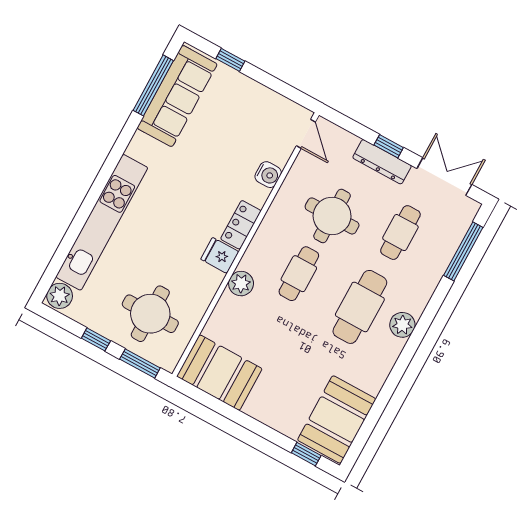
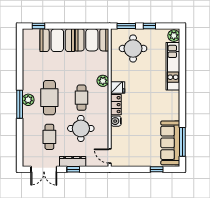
water cooler: (268, 175) -> (116, 121), moved
kitchen unit: (102, 222) -> (173, 66), width x0.73
window: (463, 251) -> (20, 104), moved
booth: (337, 419) -> (57, 40), moved, turned 90

